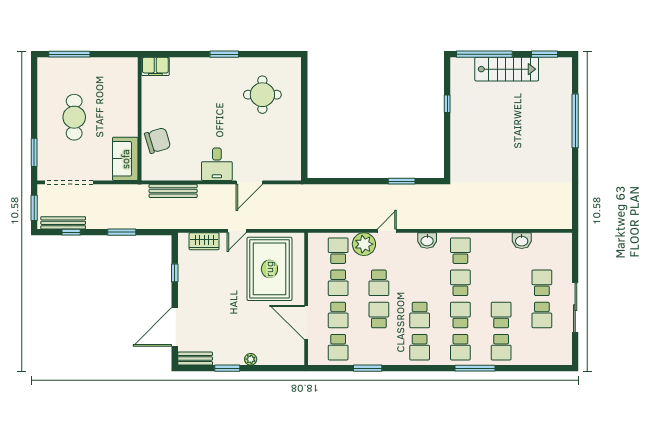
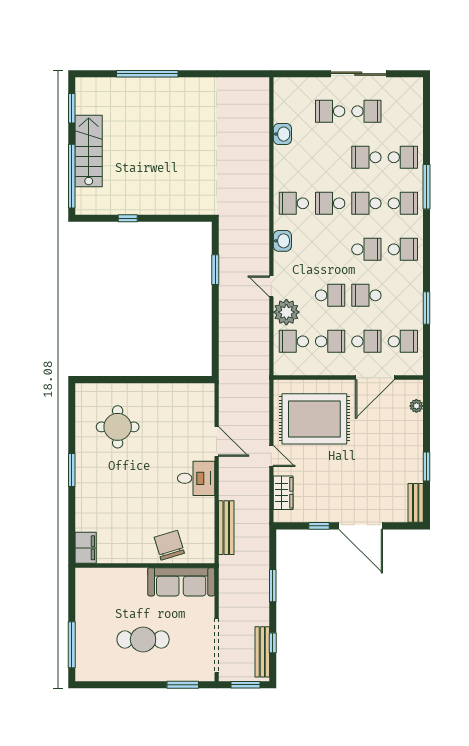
sofa: (125, 159) -> (181, 582), width x1.36
door: (175, 327) -> (361, 526), moved
plant: (251, 359) -> (416, 406), moved

